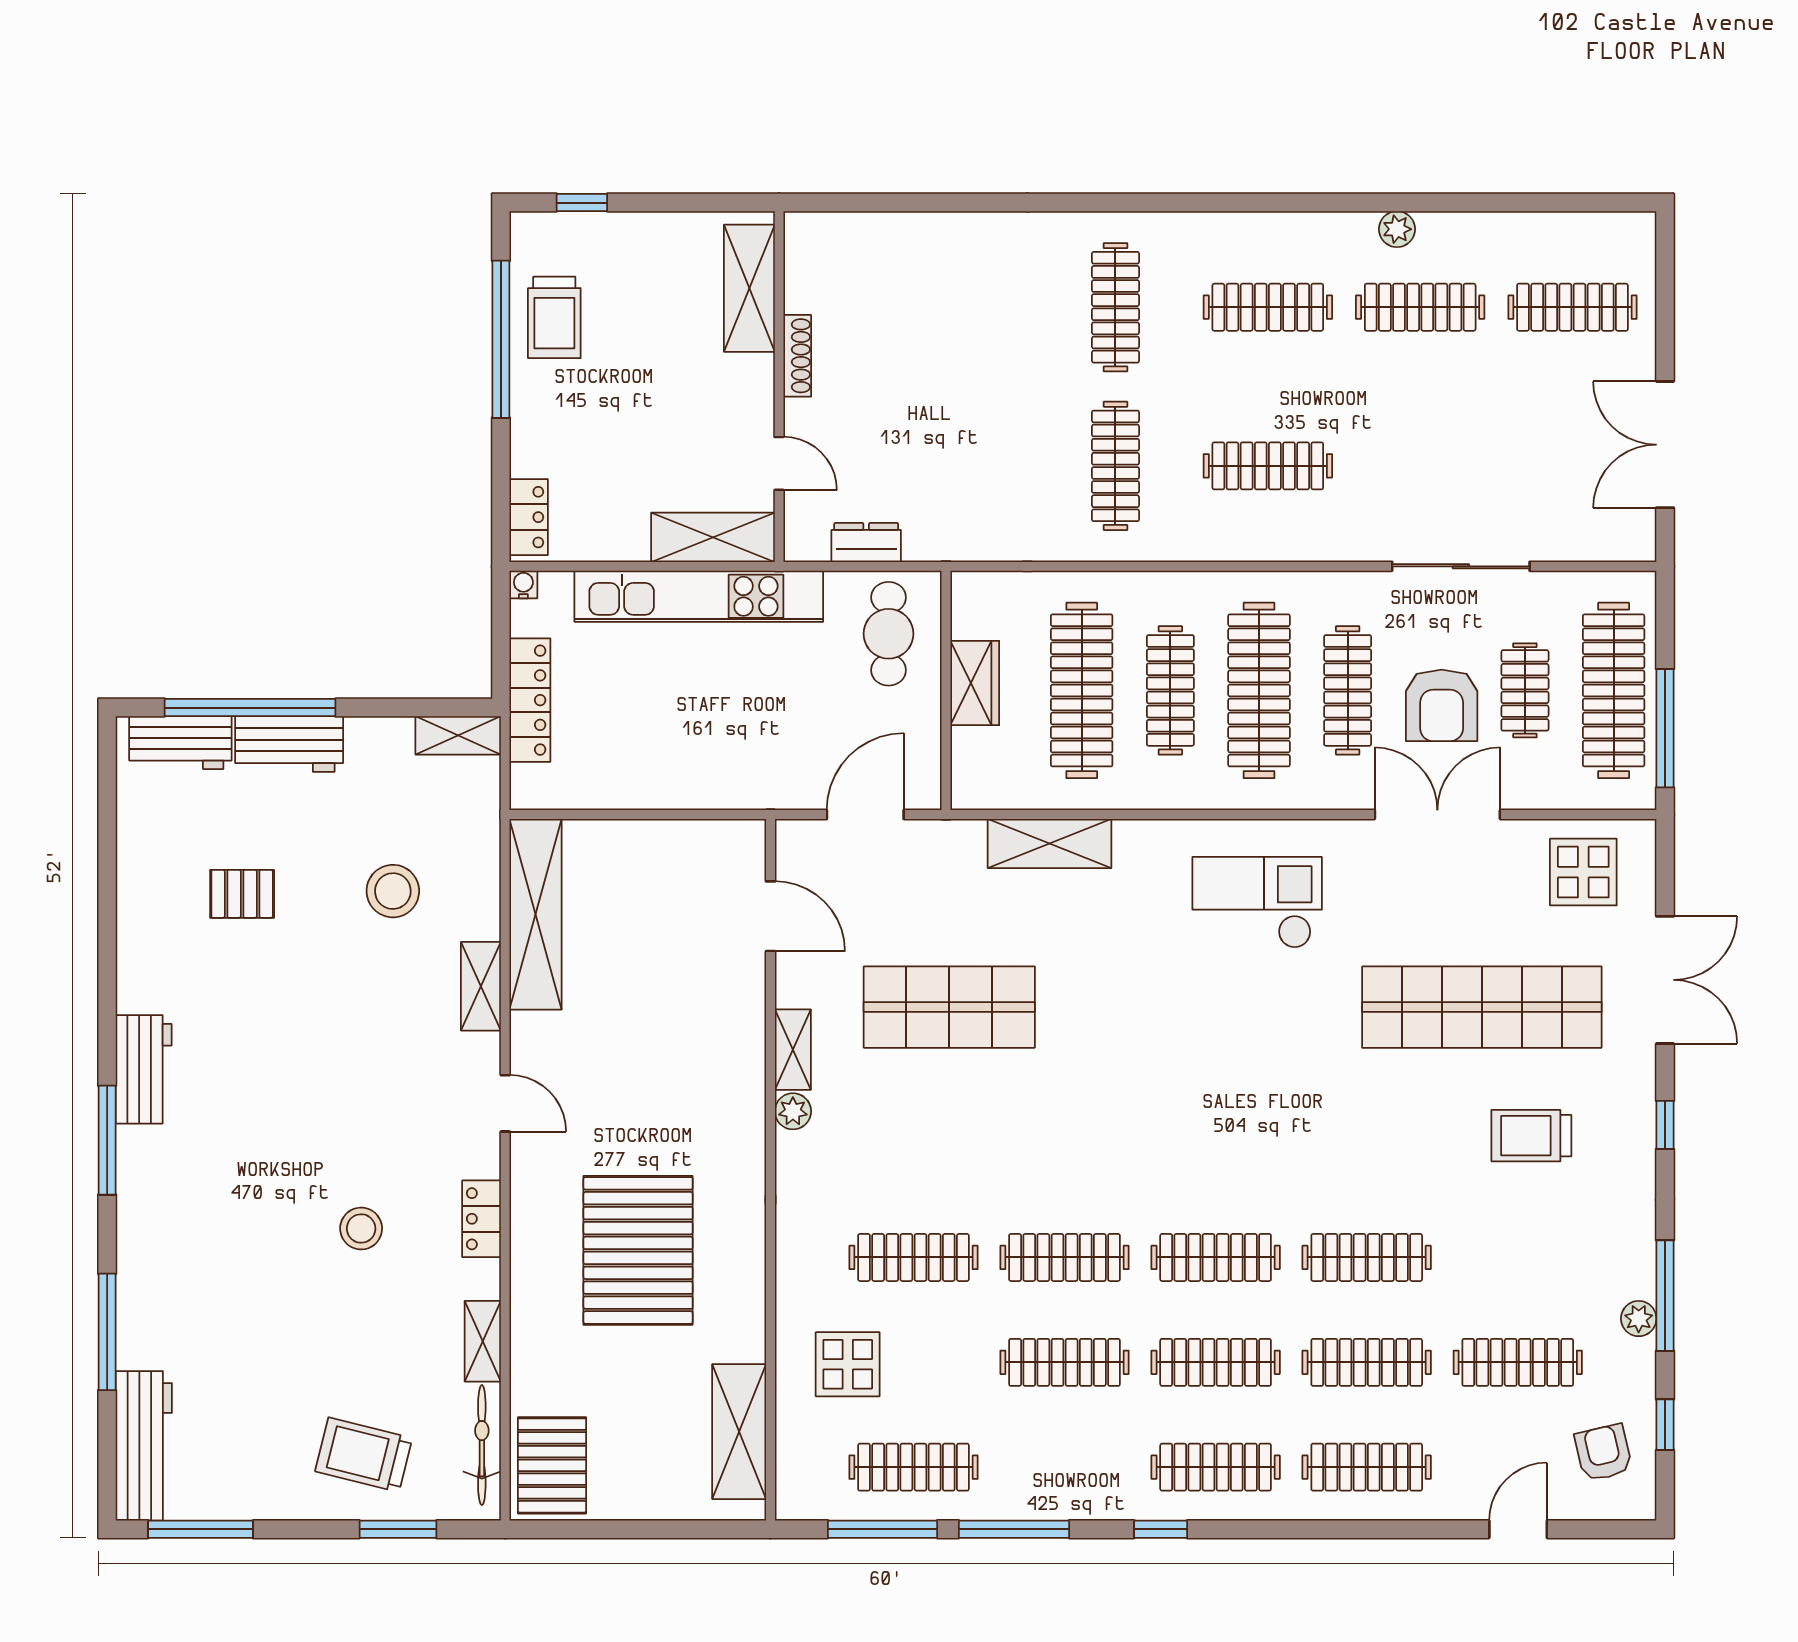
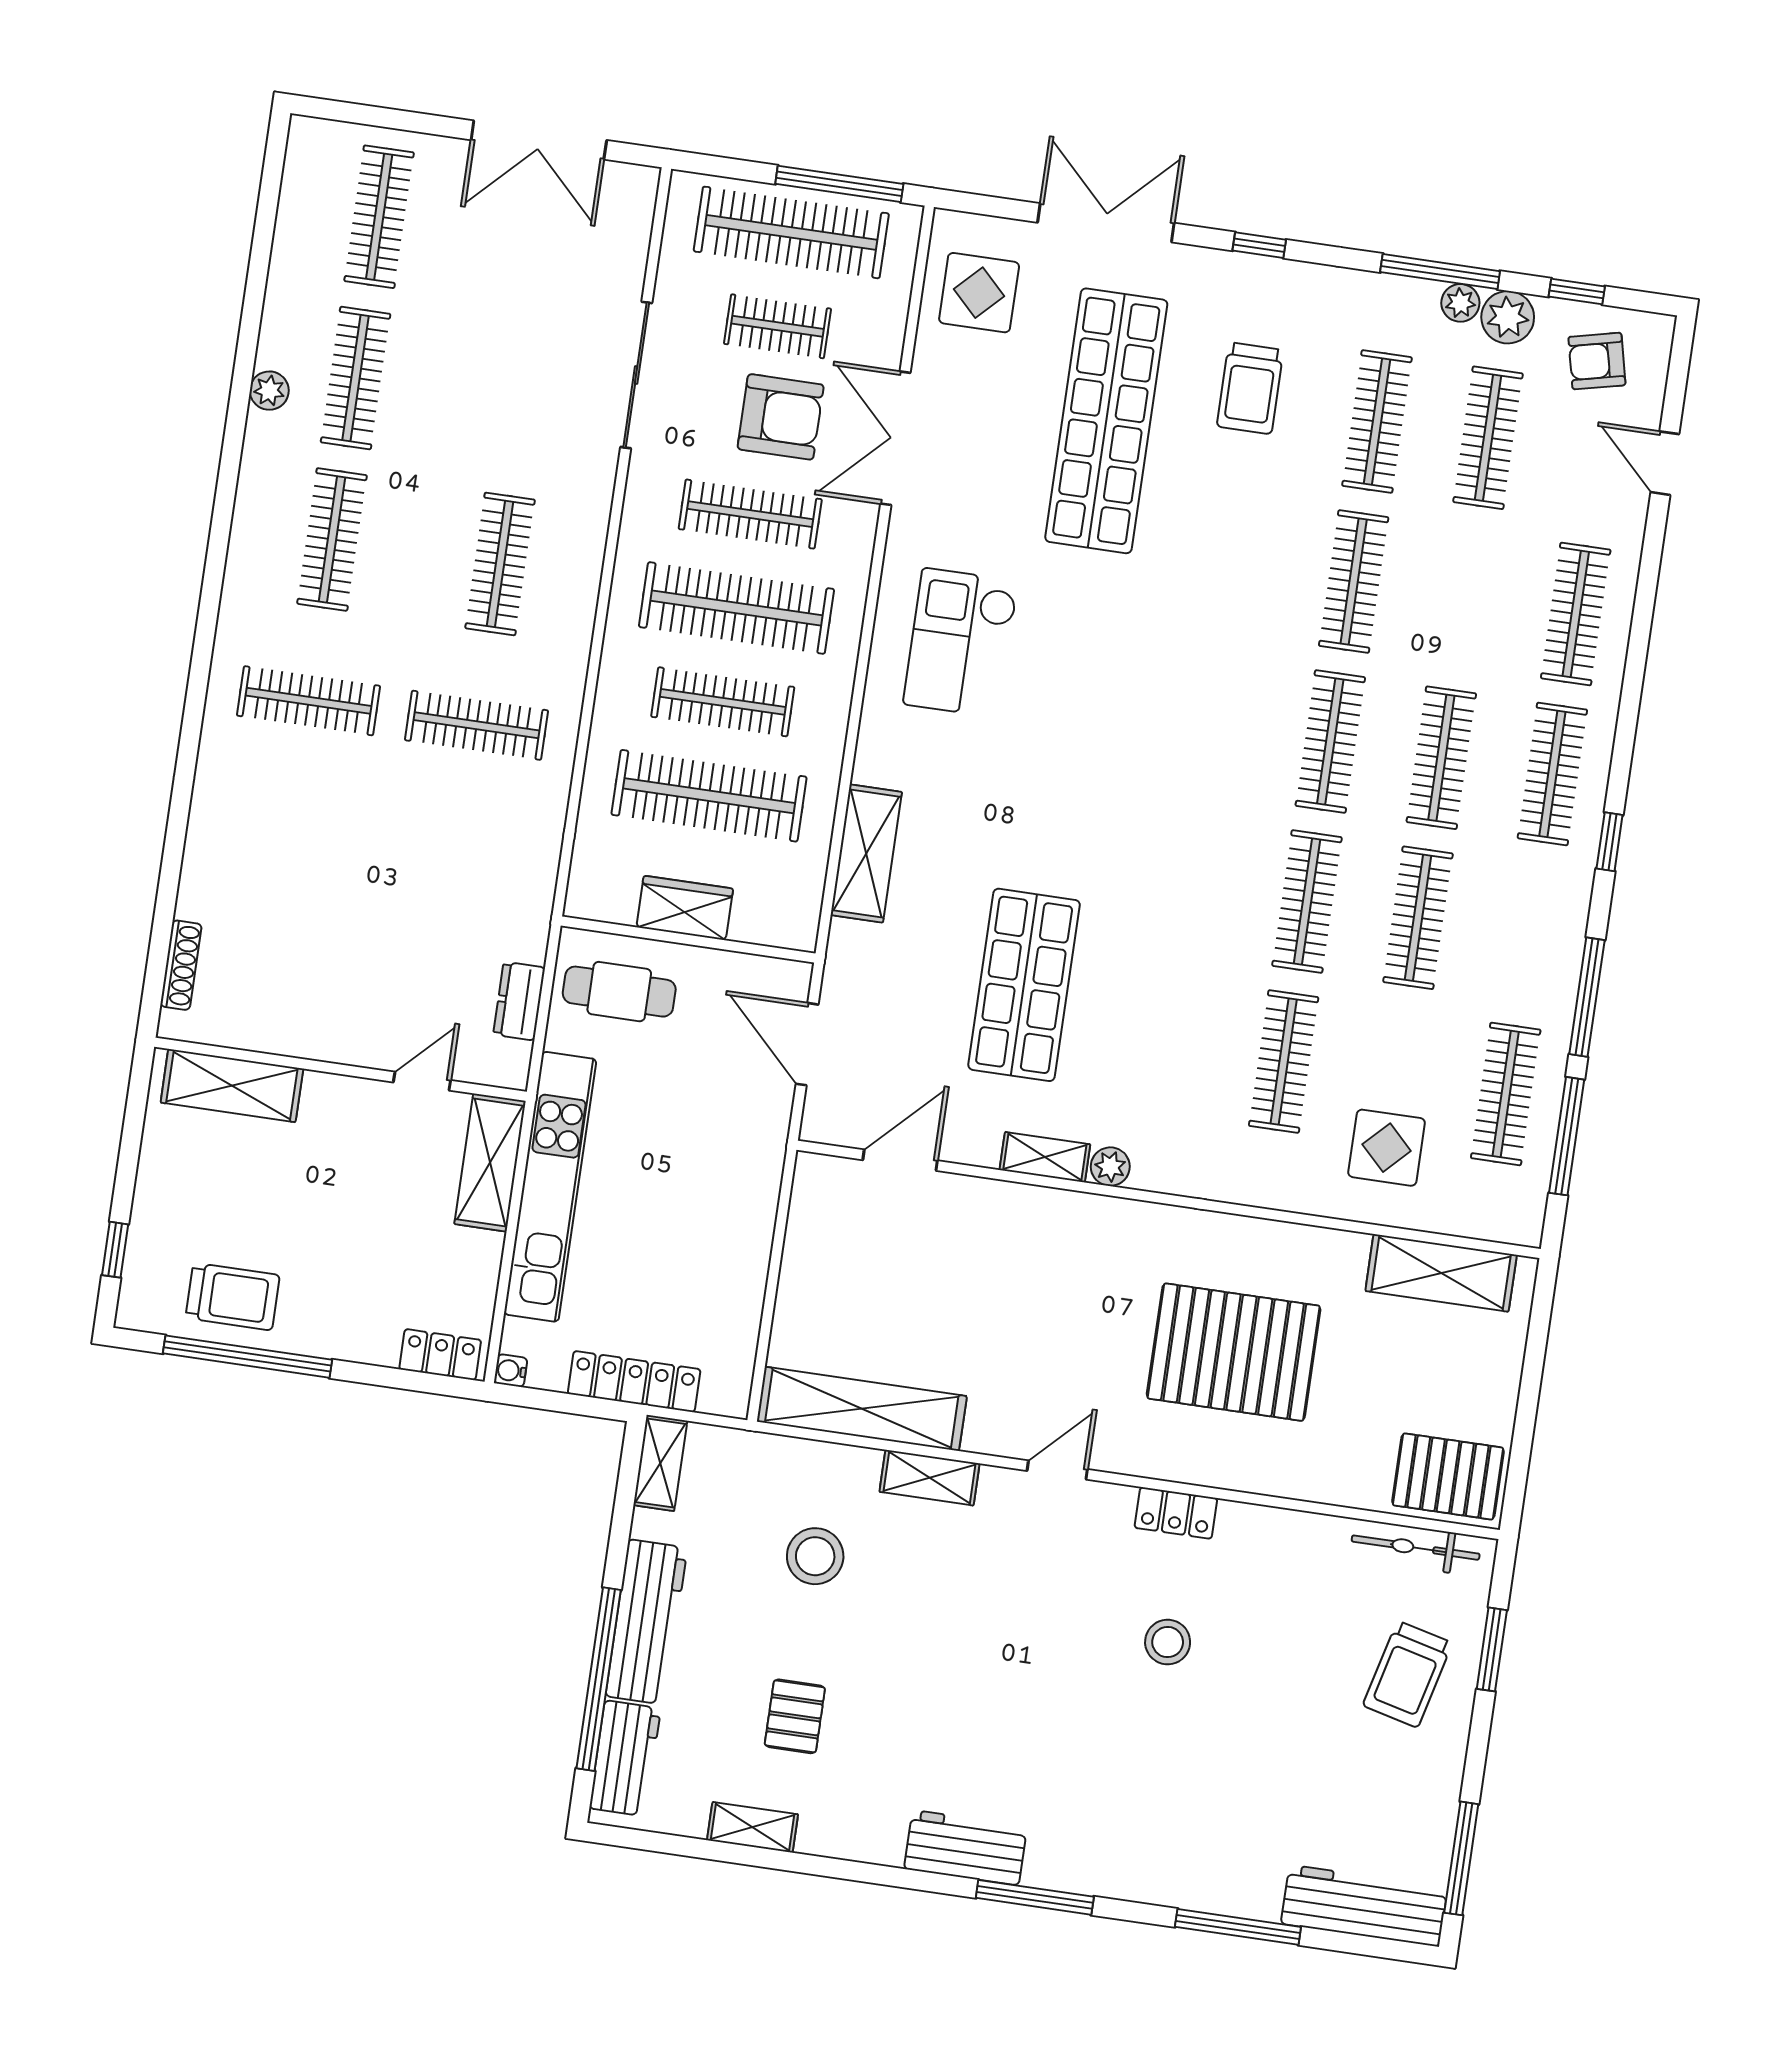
shoe rack: (797, 356) -> (181, 965), moved, turned 90
workbench: (289, 744) -> (647, 1622), width x1.38
shelving: (483, 1341) -> (753, 1827), moved
clothes rail: (1367, 1362) -> (1377, 422), moved
plant: (1632, 1364) -> (1508, 317), added

